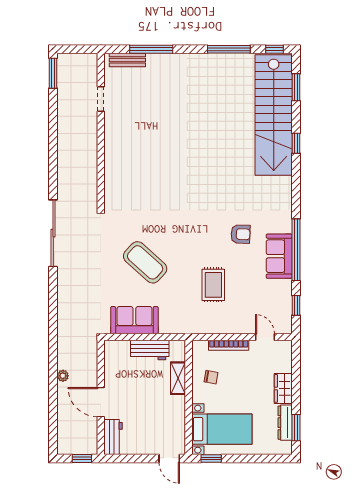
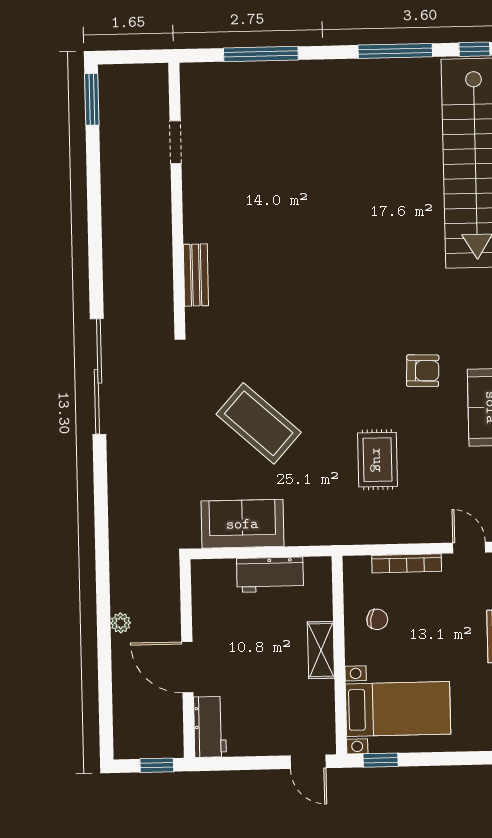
bench: (127, 60) -> (196, 275), moved, turned 90
shelving: (178, 378) -> (321, 650), moved

